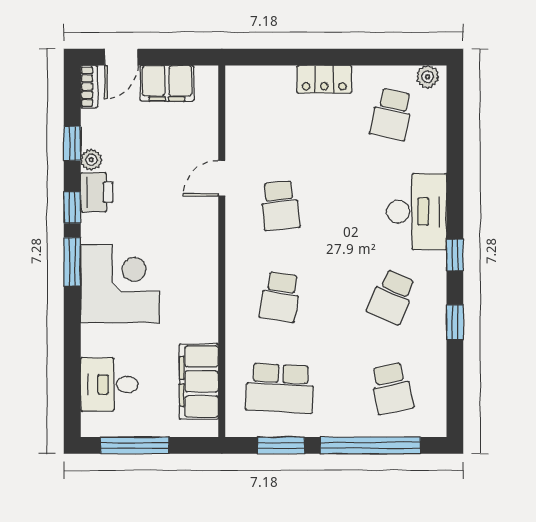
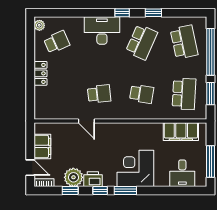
school desk: (392, 114) -> (57, 42), turned -36
plant: (91, 160) -> (73, 177), width x1.87, depth x1.87
school desk: (392, 297) -> (142, 42), width x1.85
school desk: (392, 388) -> (184, 42), width x1.85

